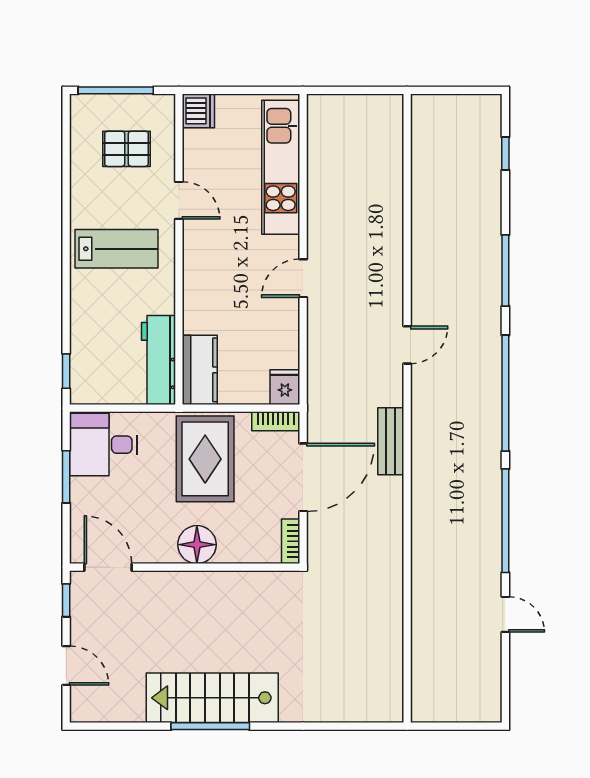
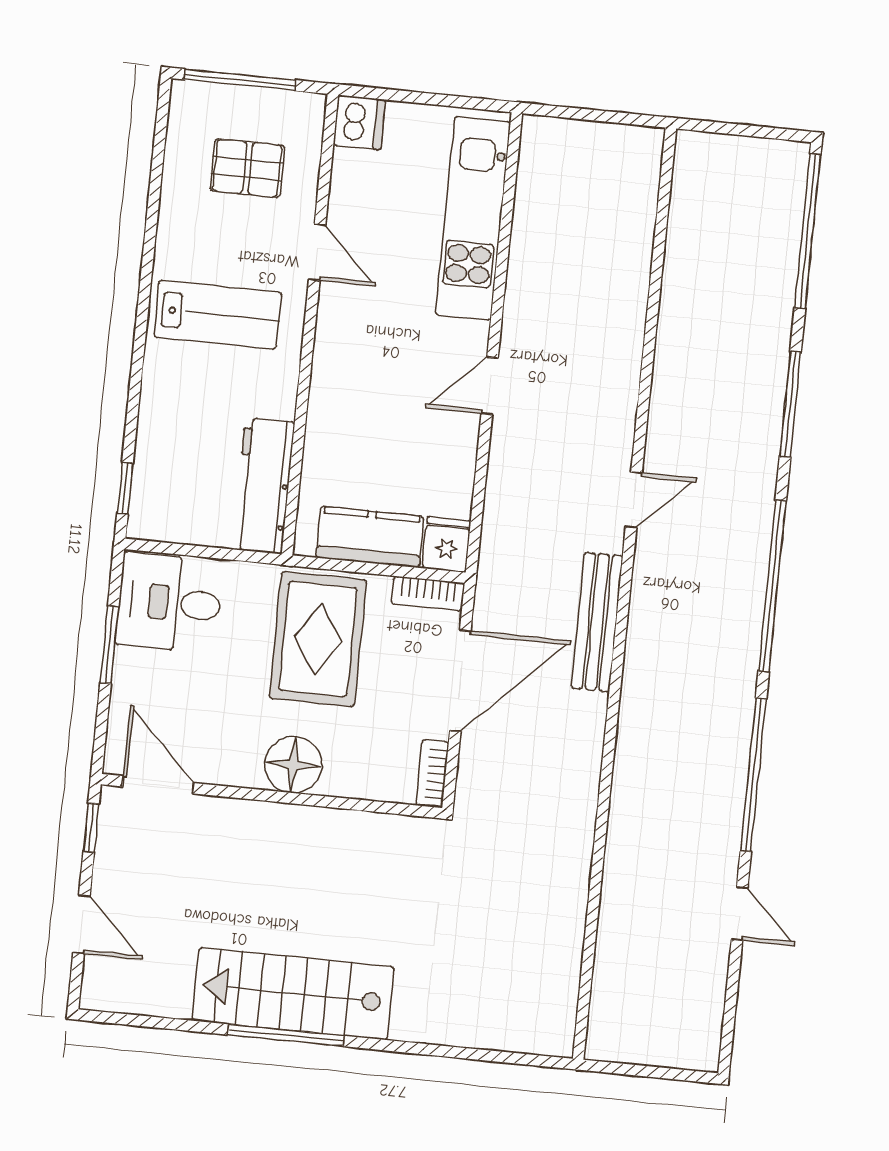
window: (505, 153) -> (808, 231), width x3.17
kitchen counter: (200, 370) -> (370, 537), moved, turned -90
bench: (391, 441) -> (597, 622), width x1.36

